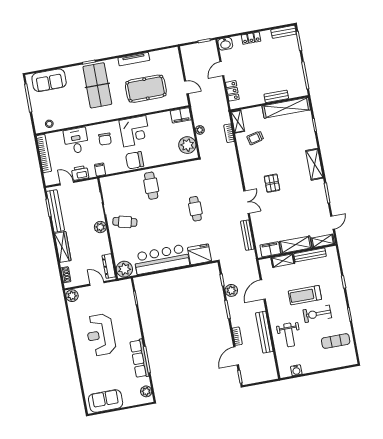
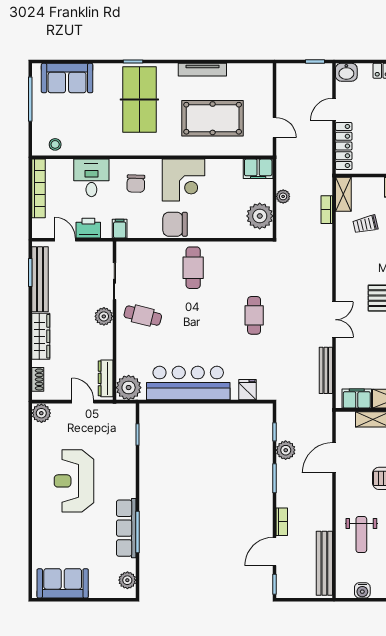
locker: (232, 91) -> (344, 146), width x1.53
fridge: (199, 254) -> (247, 390), width x0.53, depth x0.75
bench: (264, 332) -> (324, 563), moved

